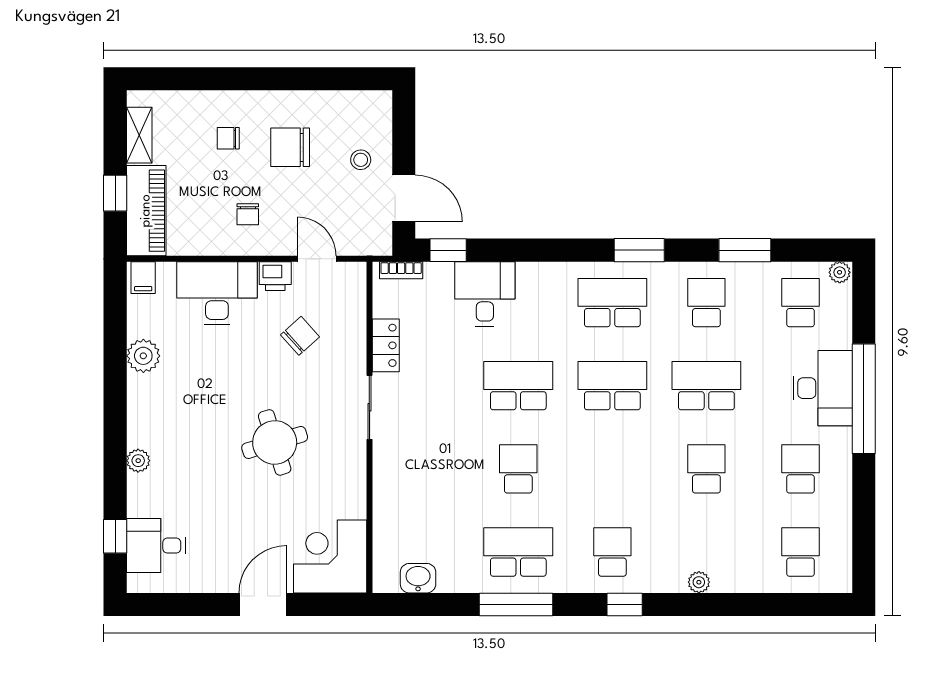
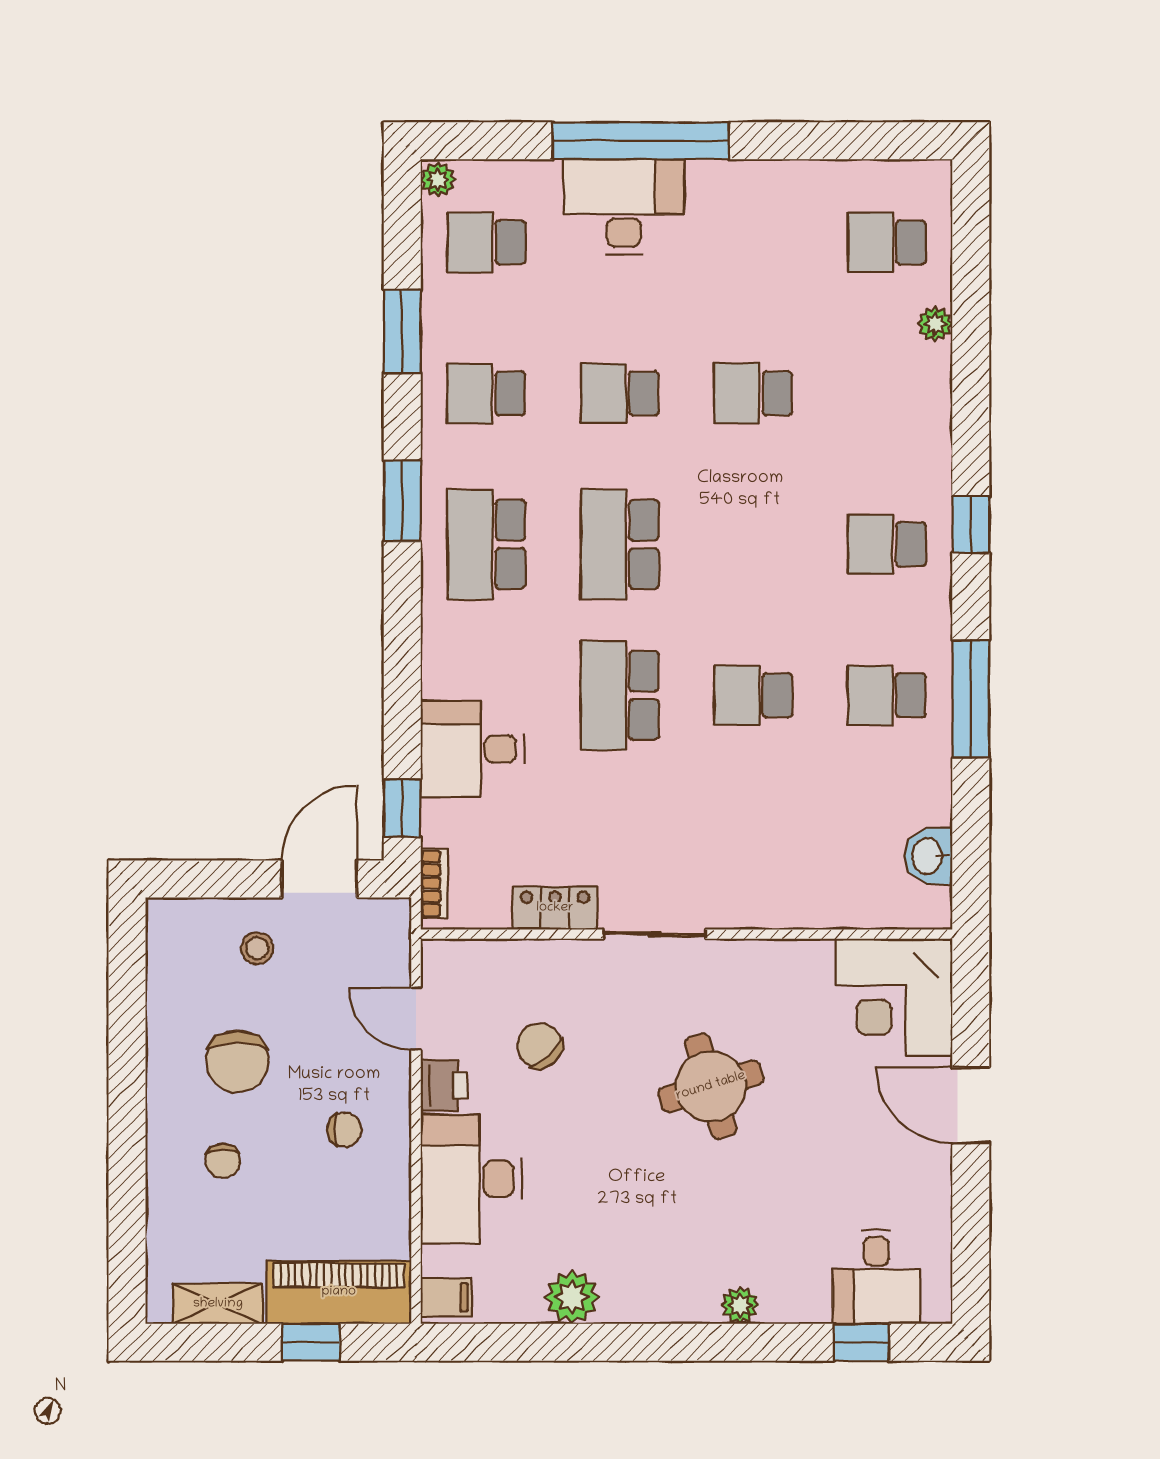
door: (317, 259) -> (416, 1019), hinge flipped
school desk: (706, 386) -> (620, 393), width x0.54
school desk: (801, 469) -> (753, 242), removed
school desk: (518, 552) -> (887, 695), width x0.54
plant: (699, 582) -> (935, 324), moved

